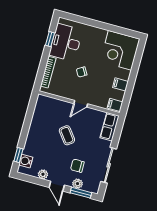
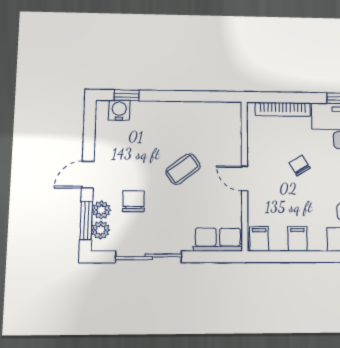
plant: (43, 174) -> (101, 230), moved

